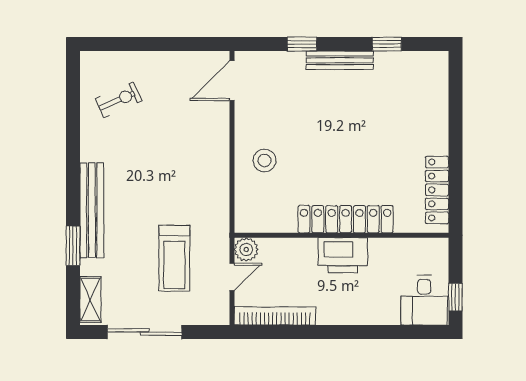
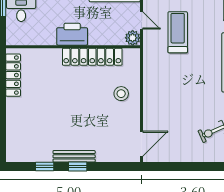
window: (302, 44) -> (78, 167), moved
locker: (346, 219) -> (92, 57), moved
door: (232, 277) -> (142, 21), swing flipped

